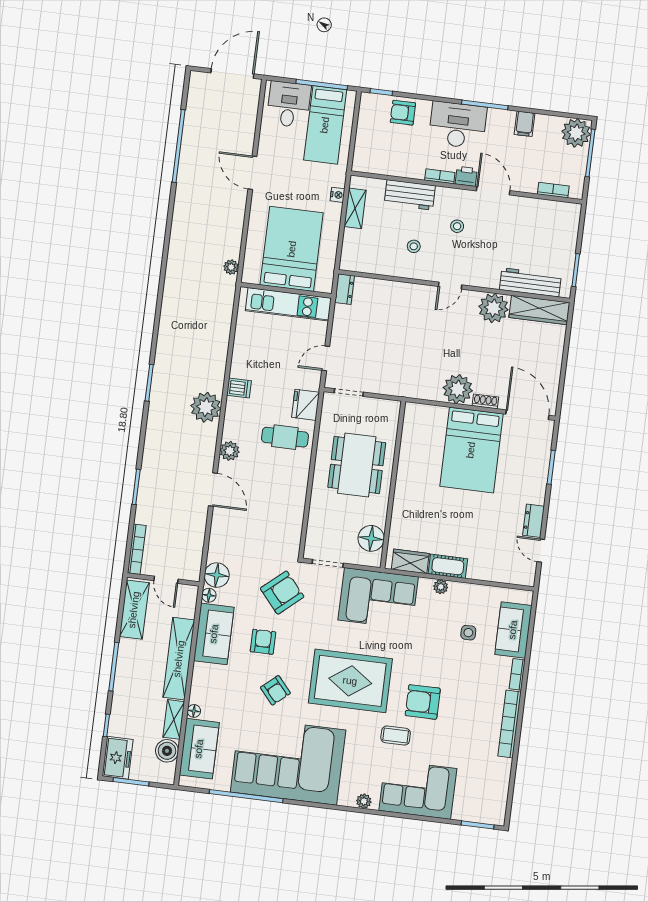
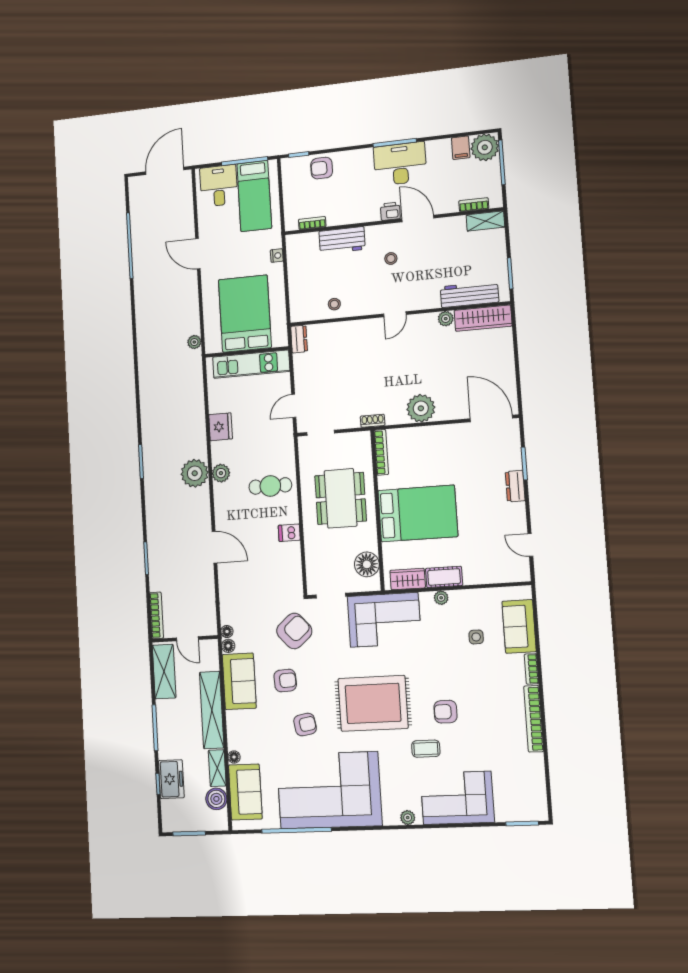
filing cabinet: (525, 124) -> (461, 148), moved
desk: (458, 125) -> (400, 164), moved
bookcase: (440, 176) -> (312, 223), moved
shelving: (355, 208) -> (485, 221), moved, turned 90
stool: (414, 246) -> (334, 304), moved
plant: (493, 308) -> (446, 319), width x0.53, depth x0.53
dishwasher: (239, 388) -> (289, 533), moved, turned 180
shoe rack: (485, 401) -> (373, 421), moved
fridge: (306, 405) -> (221, 427), moved, turned 180
bookcase: (408, 426) -> (381, 452), added
bed: (471, 450) -> (418, 513), moved, turned -90
plant: (230, 451) -> (221, 473), moved
dresser: (534, 521) -> (515, 486), moved
floor lamp: (217, 575) -> (227, 632), width x0.53, depth x0.53
armchair: (263, 642) -> (285, 681), turned 87
armchair: (275, 690) -> (305, 725), turned -59
armchair: (423, 702) -> (445, 712), width x0.72, depth x0.72
freezer: (118, 758) -> (171, 779), moved

